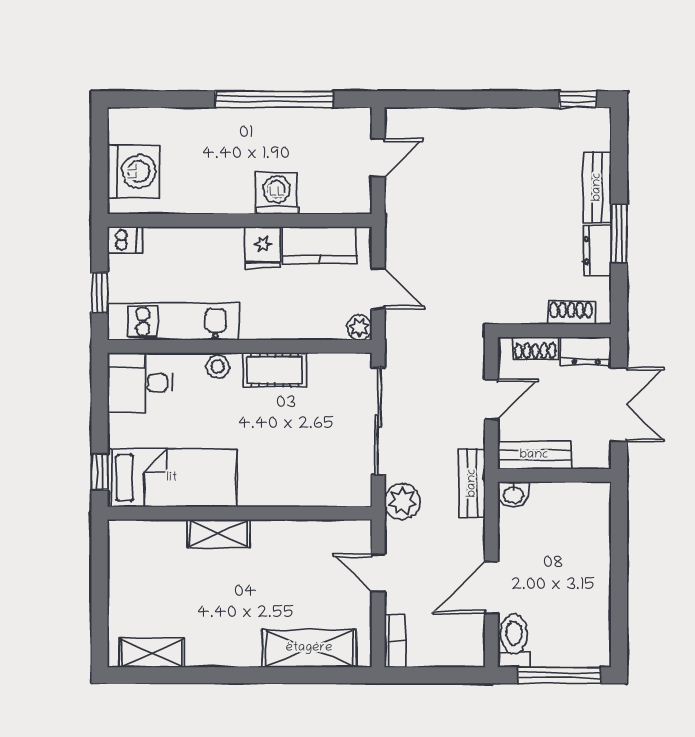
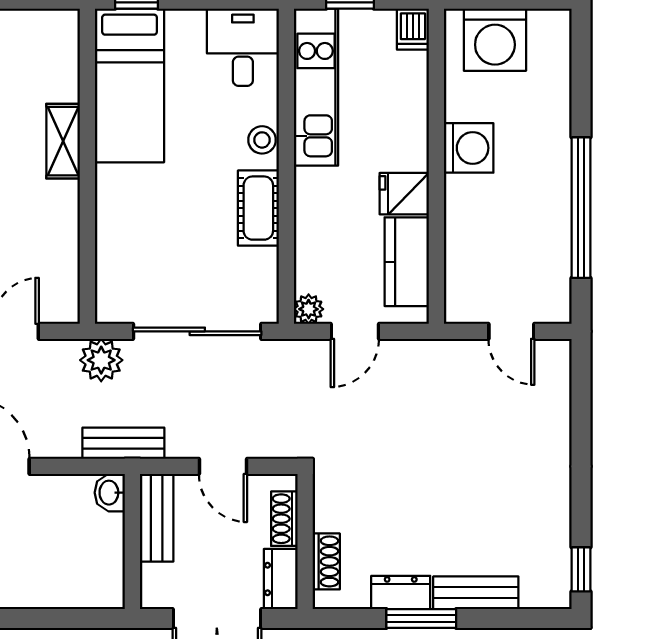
washing machine: (277, 193) -> (469, 148), moved

